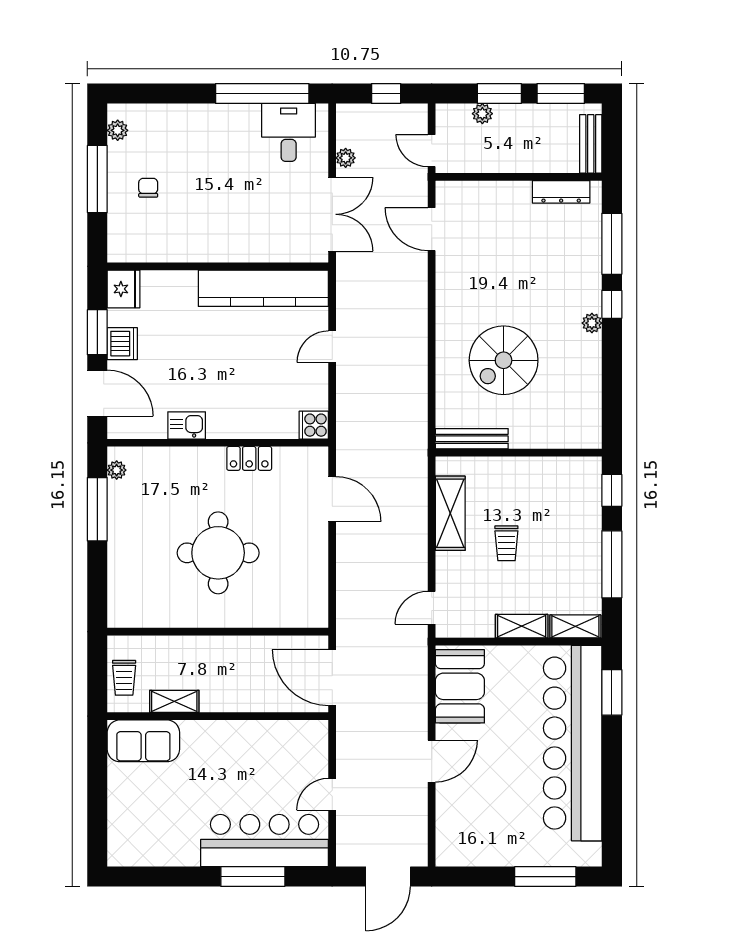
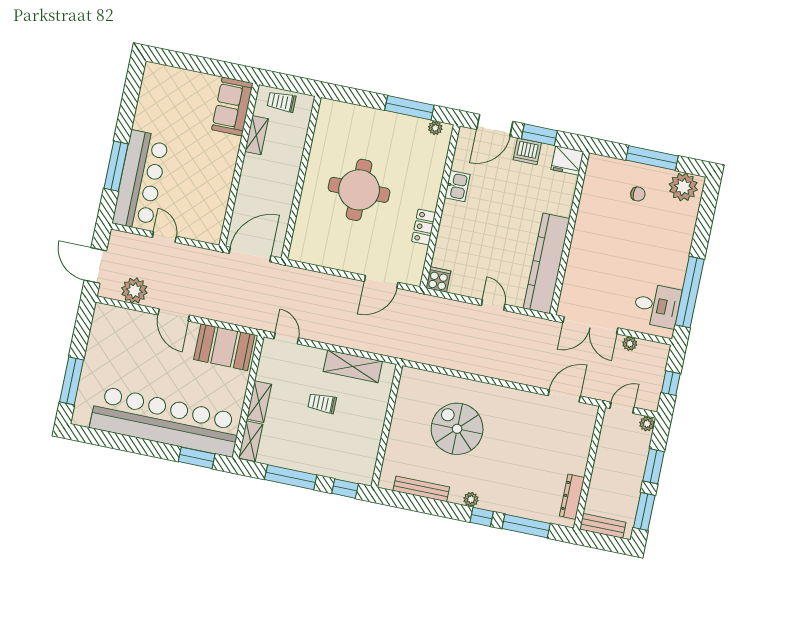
plant: (482, 114) -> (647, 424), moved
plant: (118, 130) -> (683, 187), width x1.87, depth x1.87
bench: (472, 439) -> (421, 489), moved, turned 90
plant: (410, 819) -> (134, 291), added

